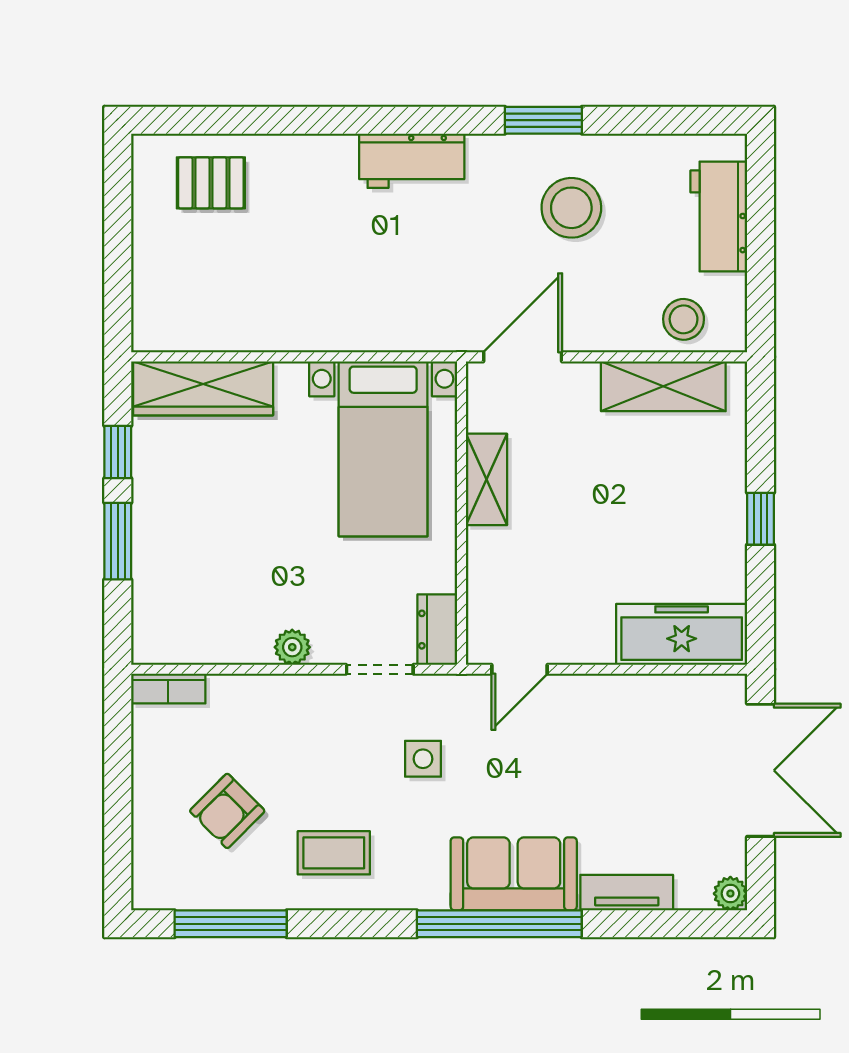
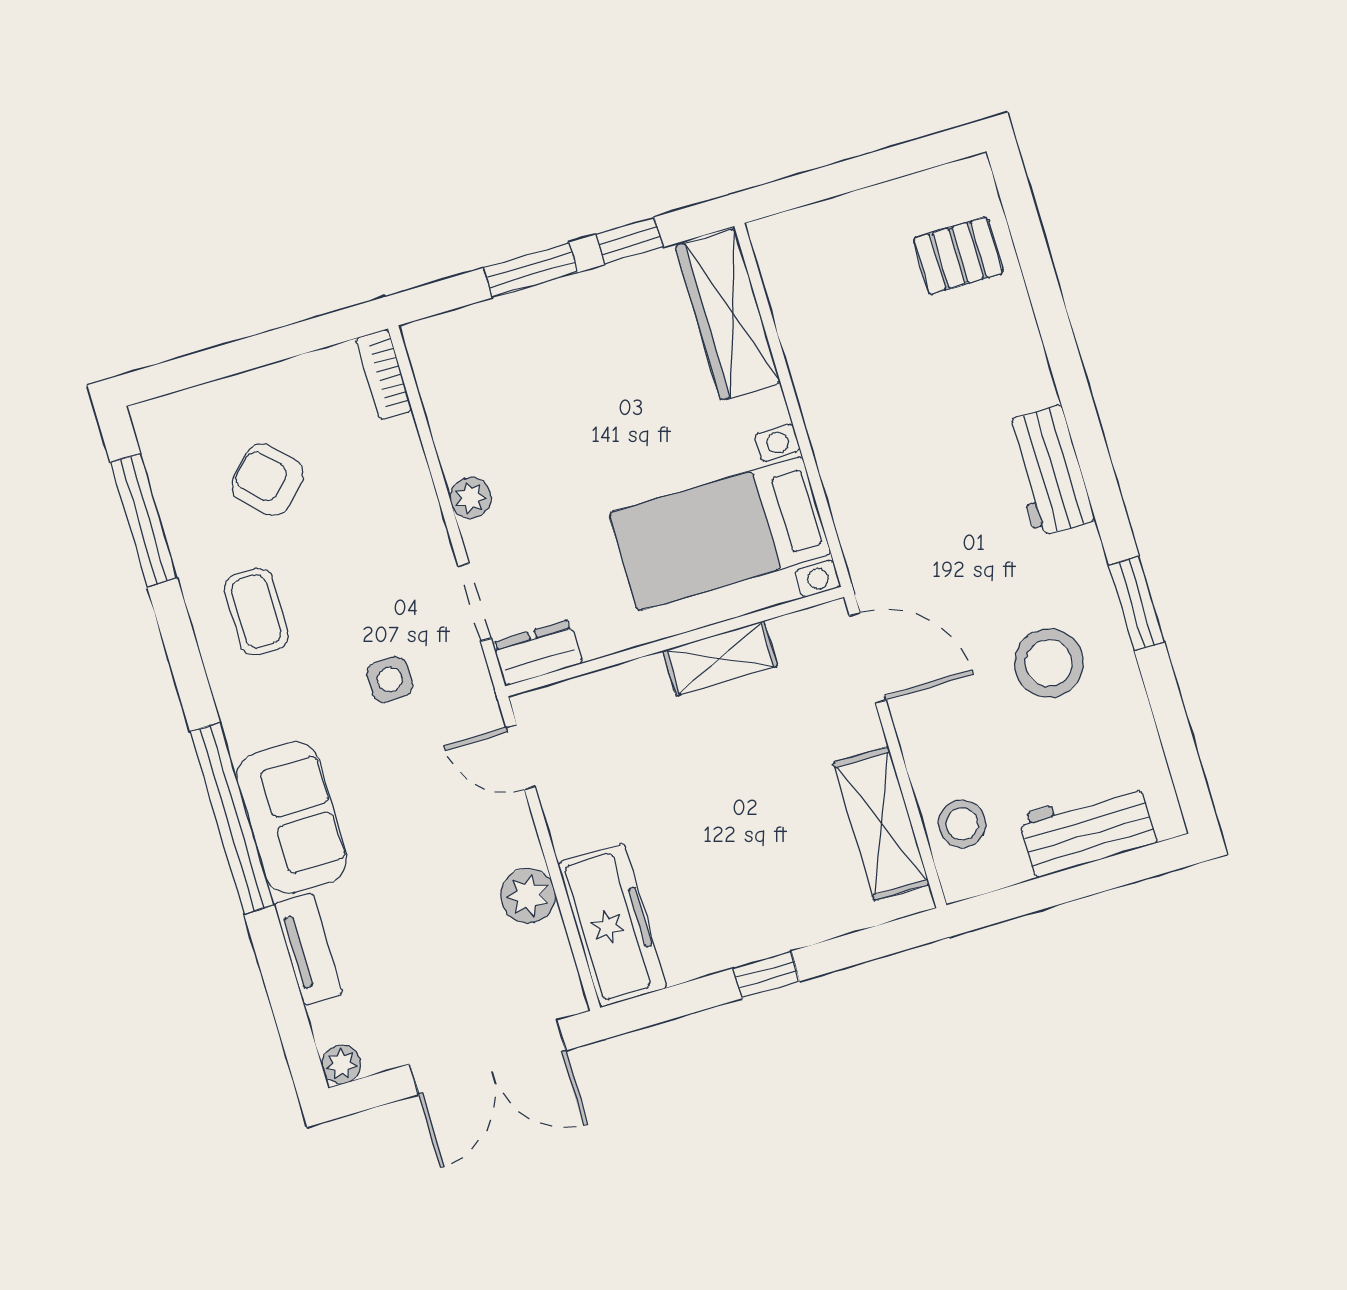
pallet: (211, 183) -> (958, 256), turned 90
plant: (636, 697) -> (528, 896), added

